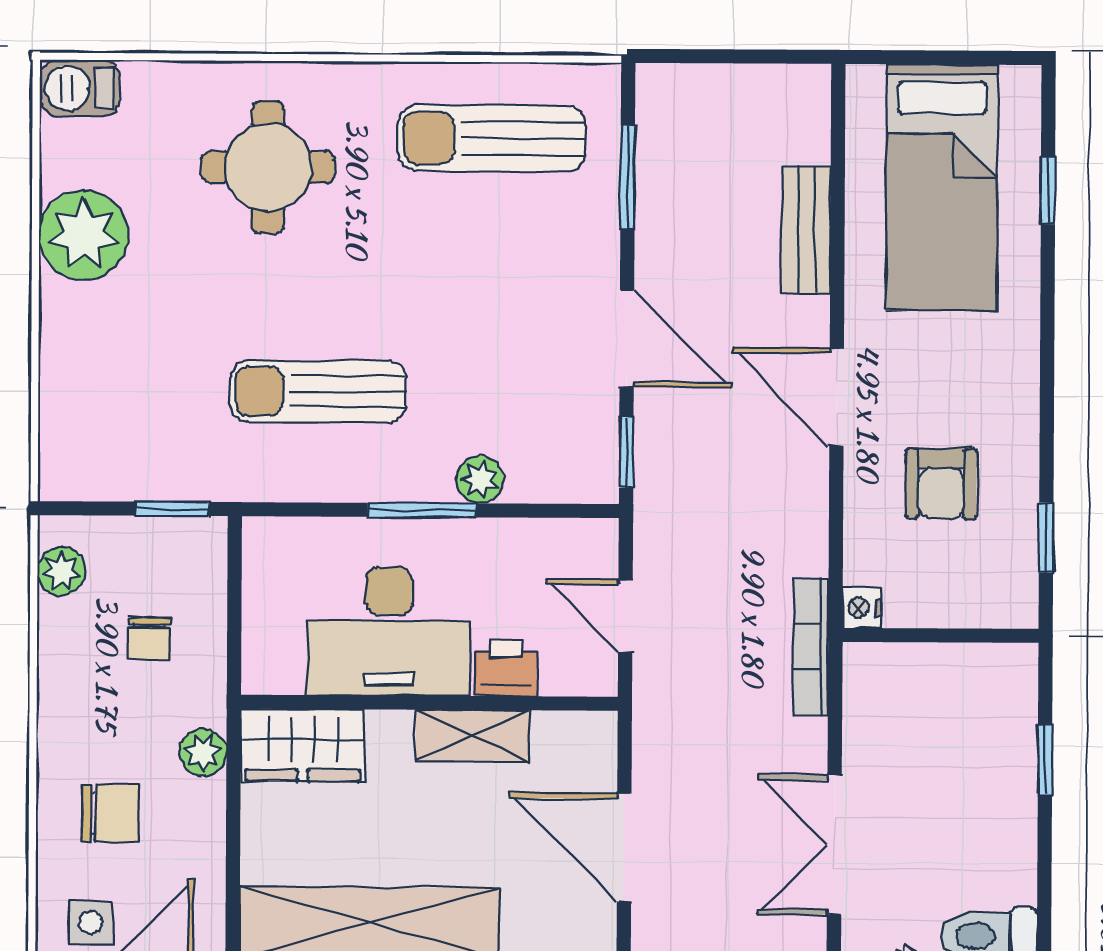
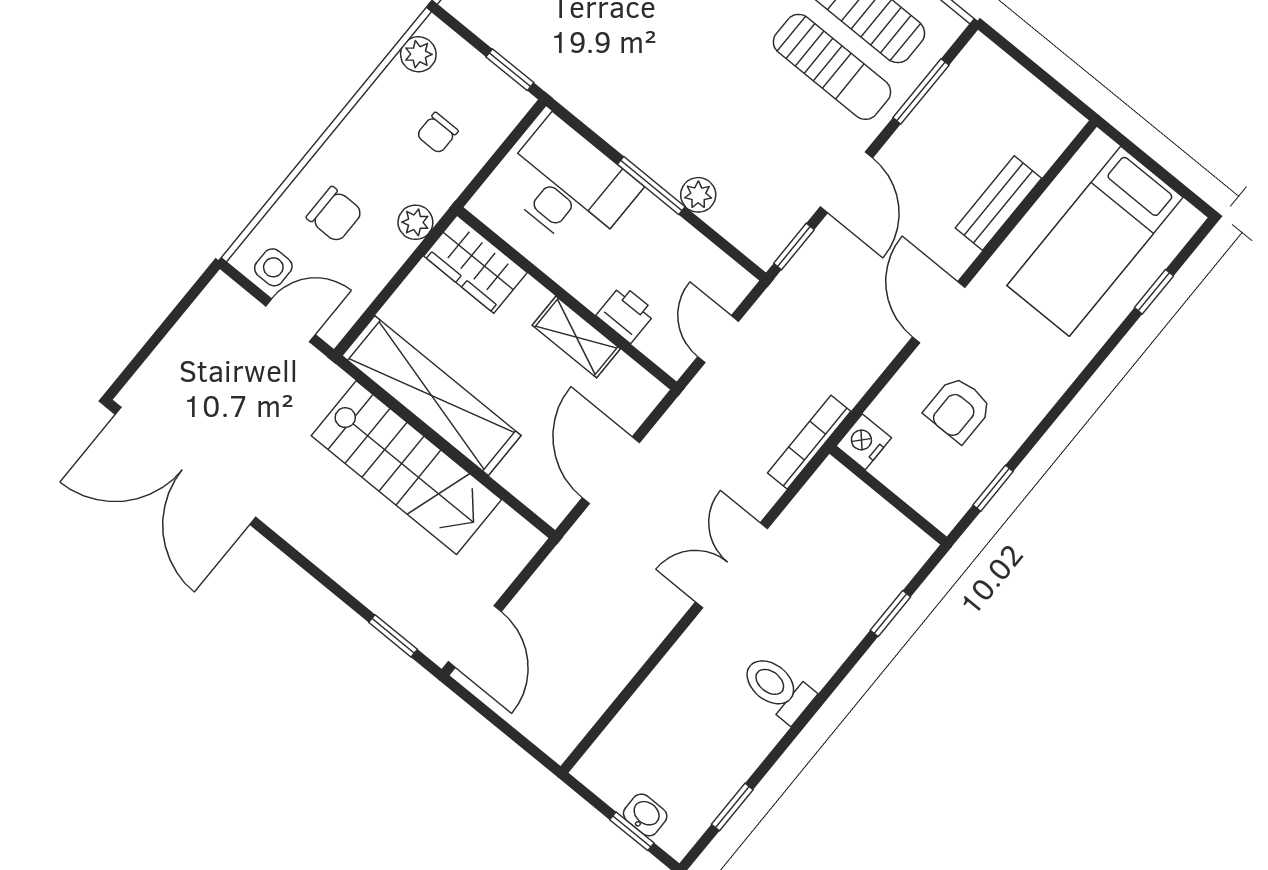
sun lounger: (318, 391) -> (832, 67), moved, turned 180
nightstand: (862, 608) -> (864, 442), width x1.39, depth x1.35
desk: (389, 631) -> (569, 185), moved, turned 180

